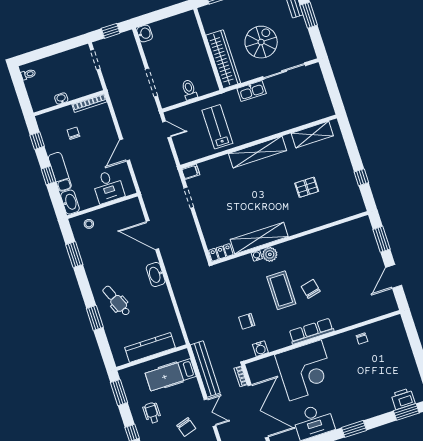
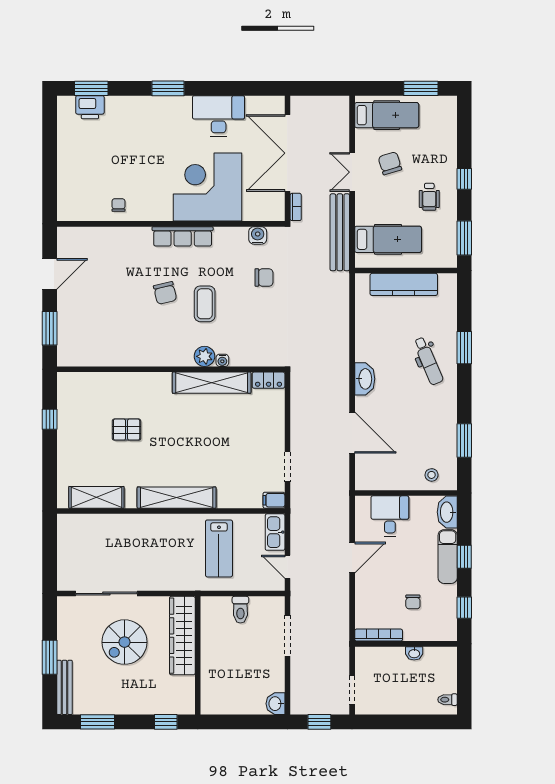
kitchen sink: (252, 91) -> (275, 532), moved, turned -90
coffee table: (281, 290) -> (205, 304), width x0.73, depth x0.76

